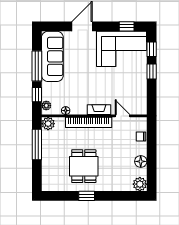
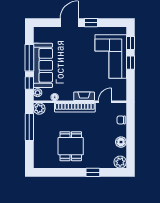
window: (127, 26) -> (91, 23), moved
corner sofa: (122, 49) -> (111, 56), moved, turned 90
sofa: (52, 56) -> (43, 65), moved
door: (123, 116) -> (105, 102), hinge flipped
window: (87, 196) -> (93, 172), moved

